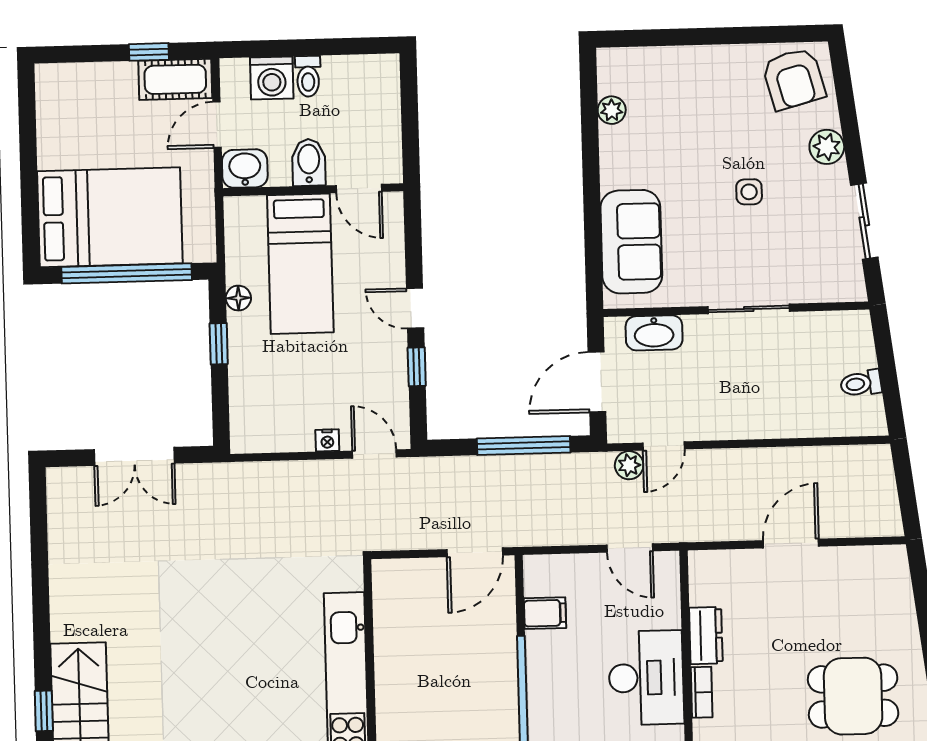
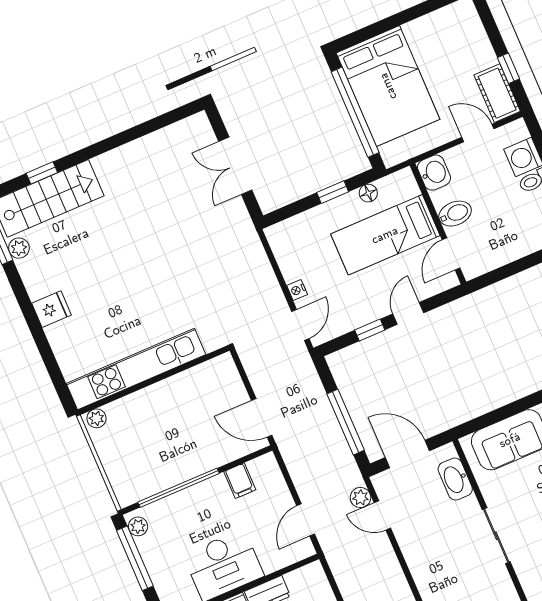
bidet: (309, 162) -> (455, 214), moved
washbasin: (245, 169) -> (434, 173), moved
door: (359, 188) -> (451, 254), moved
wall: (313, 190) -> (438, 224), moved
bed: (300, 264) -> (385, 235), moved

